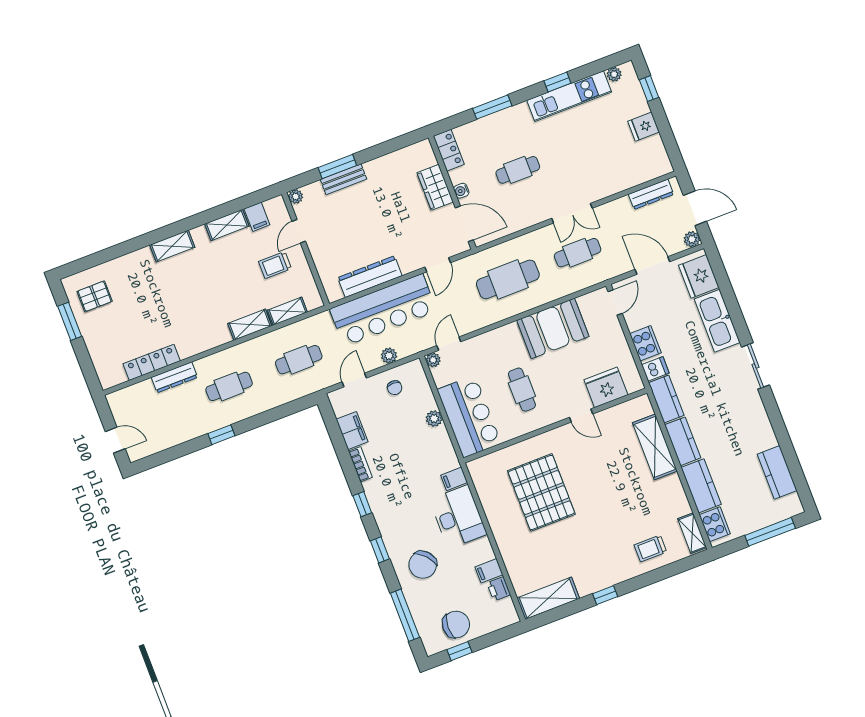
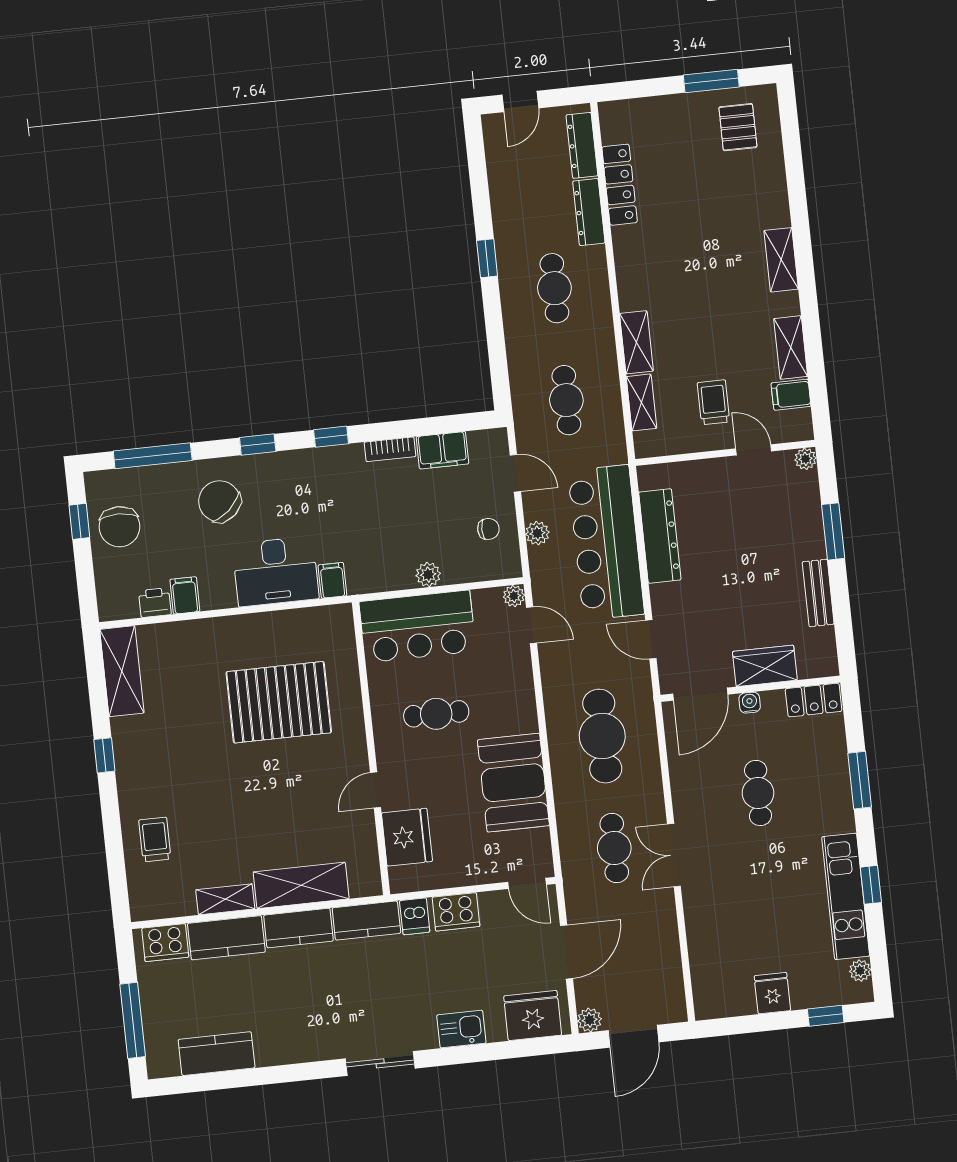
bench: (343, 179) -> (818, 593), moved
dresser: (651, 194) -> (582, 145), moved
kitchen sink: (717, 321) -> (461, 1029), width x0.53, depth x0.81
chair: (395, 388) -> (488, 529), turned 180
shelving: (692, 533) -> (225, 899), moved

